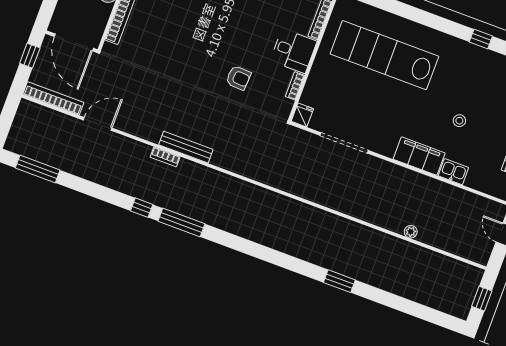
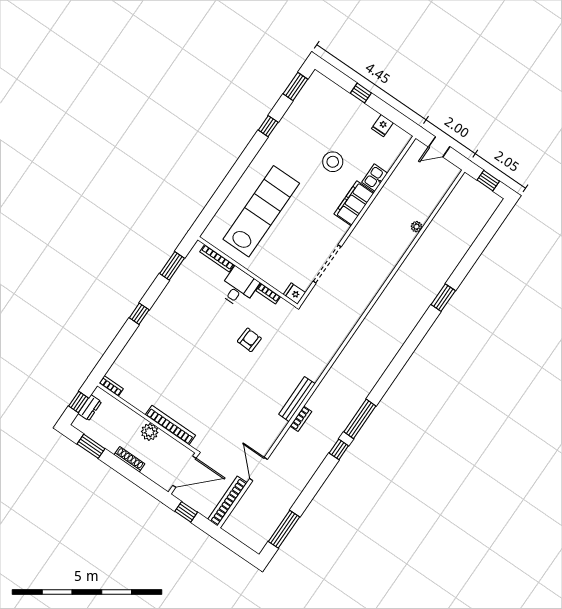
lab bench: (384, 55) -> (261, 211), turned 180
stool: (459, 121) -> (333, 162), width x1.89, depth x1.89

